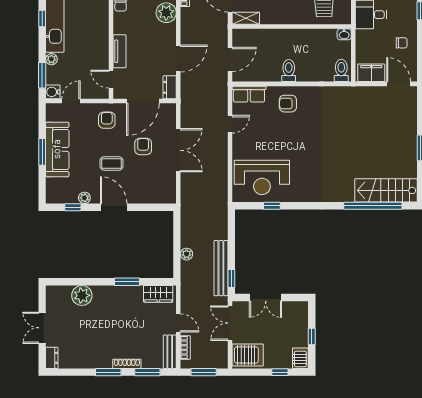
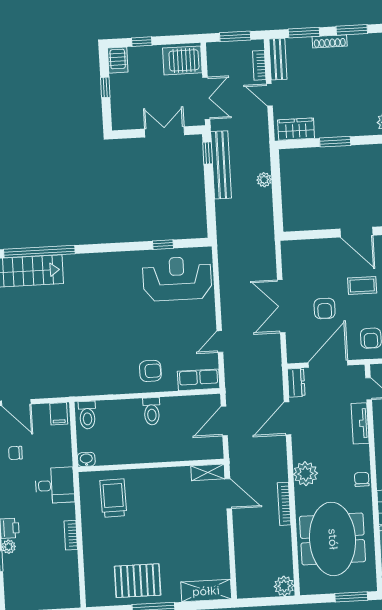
filing cabinet: (371, 73) -> (59, 414), width x0.50

